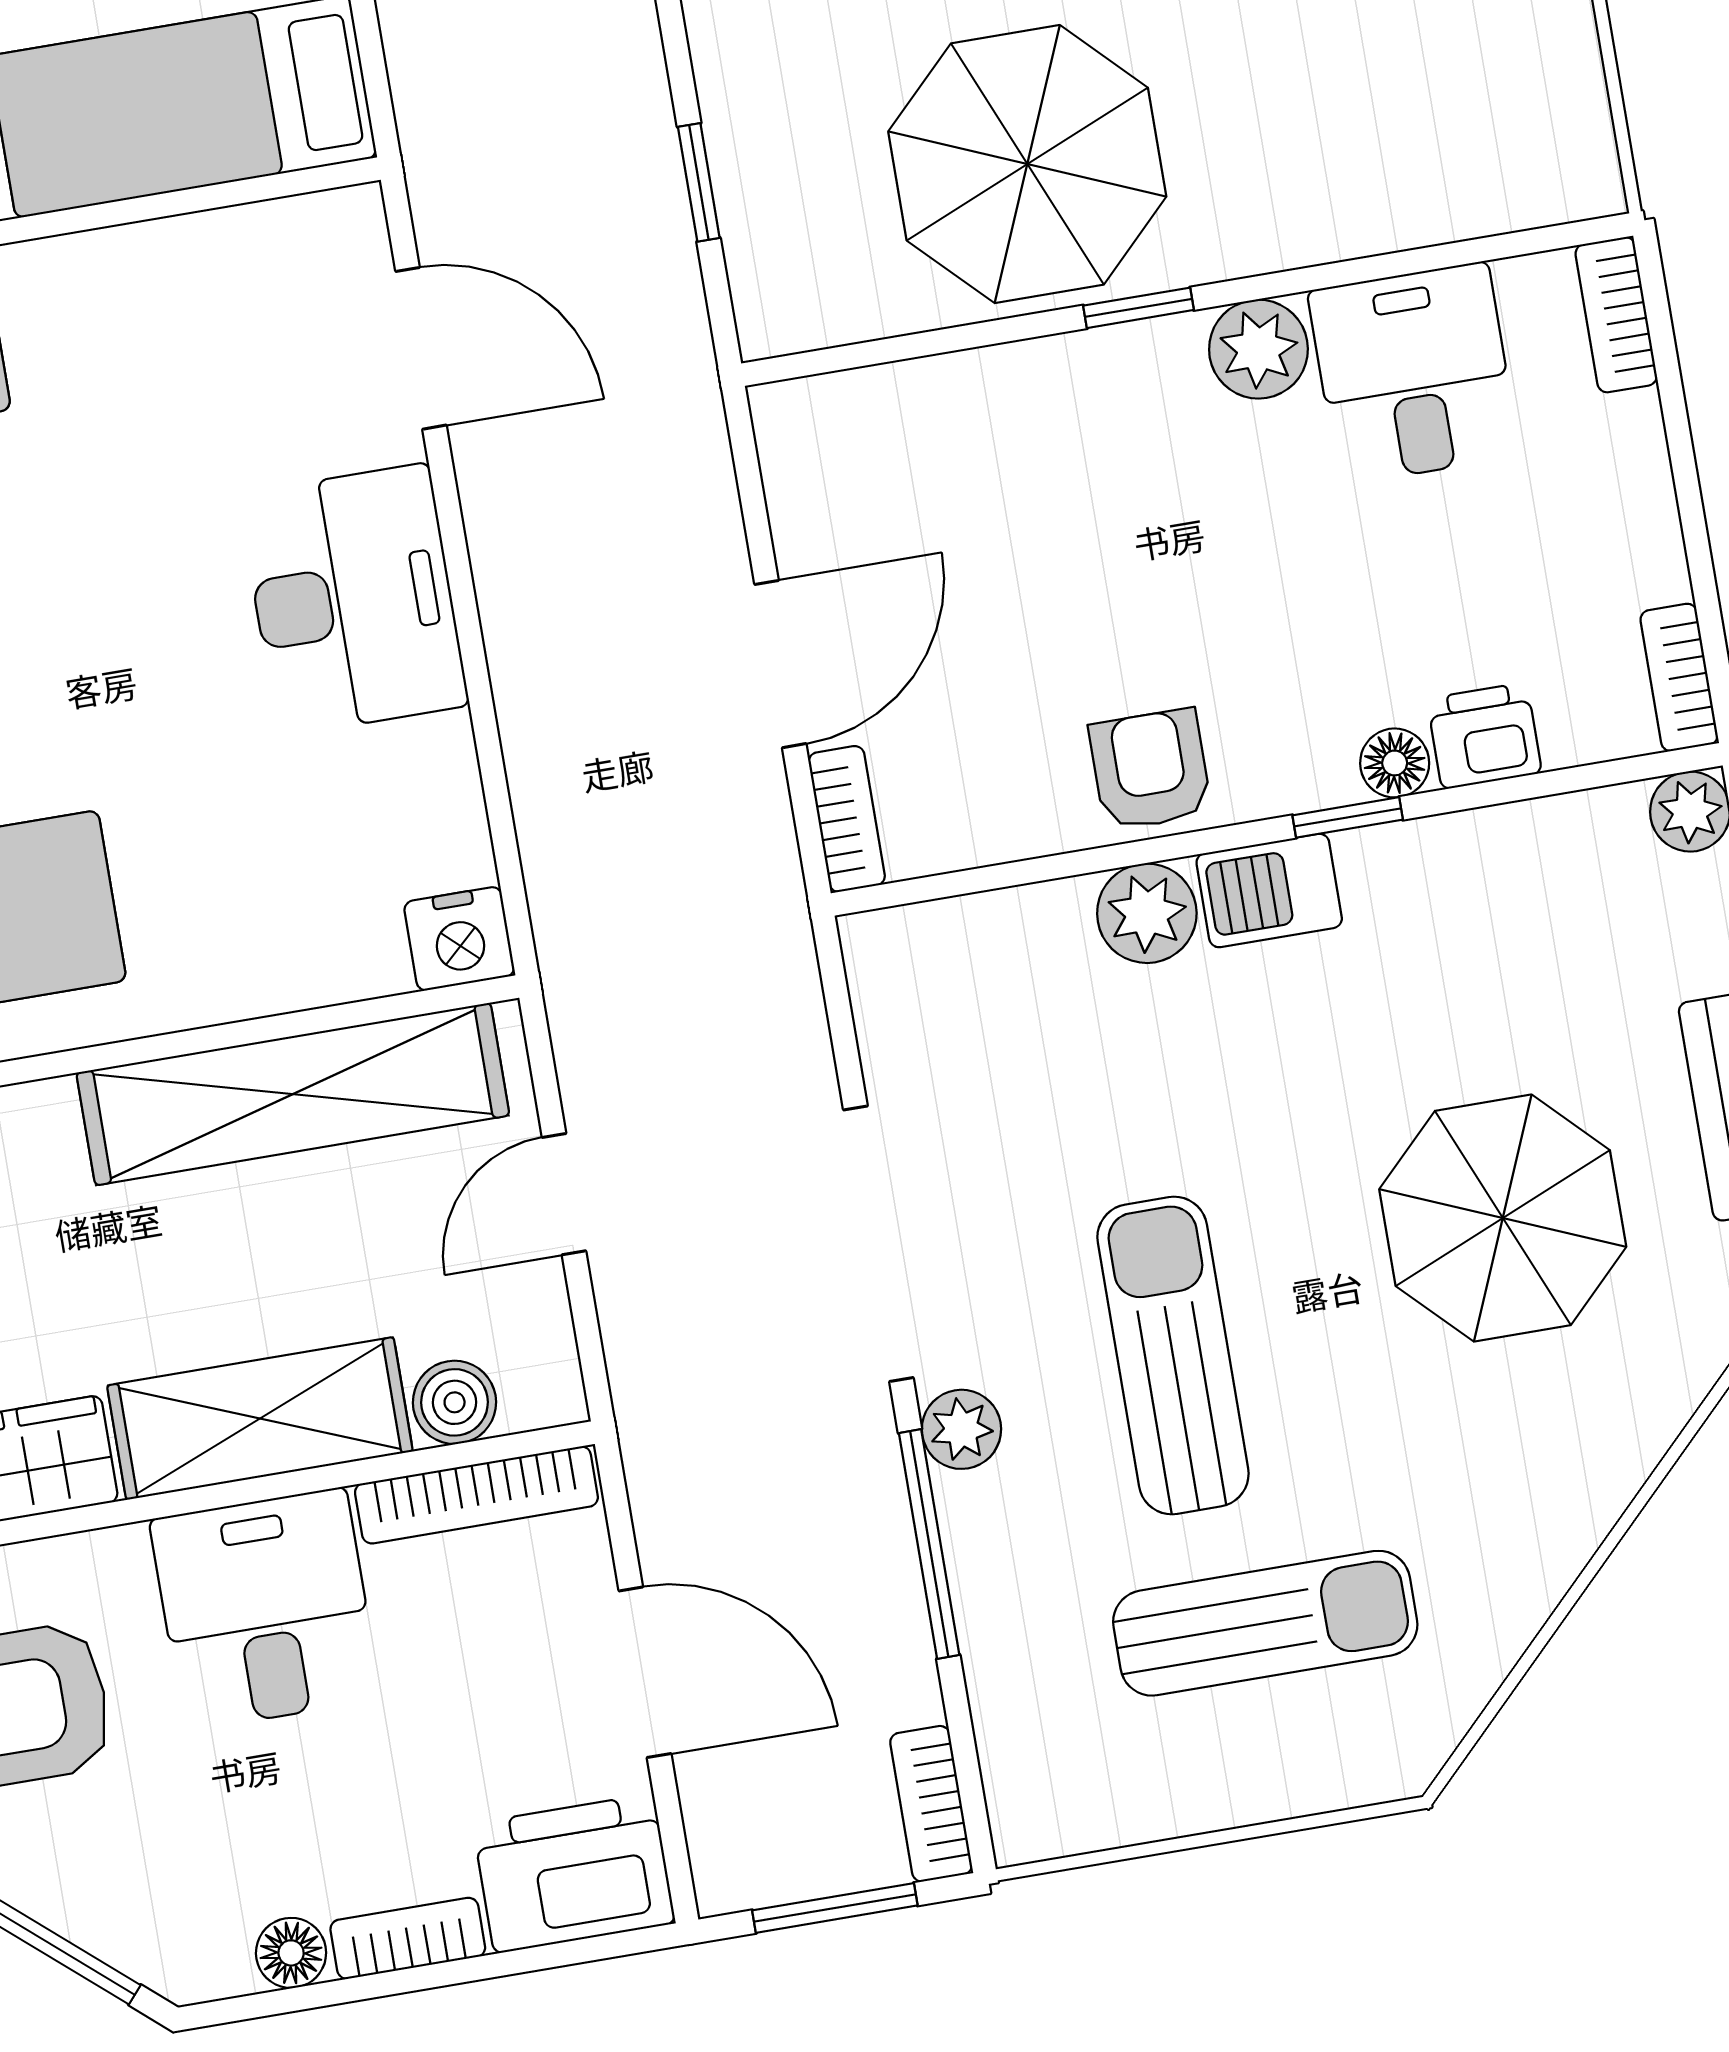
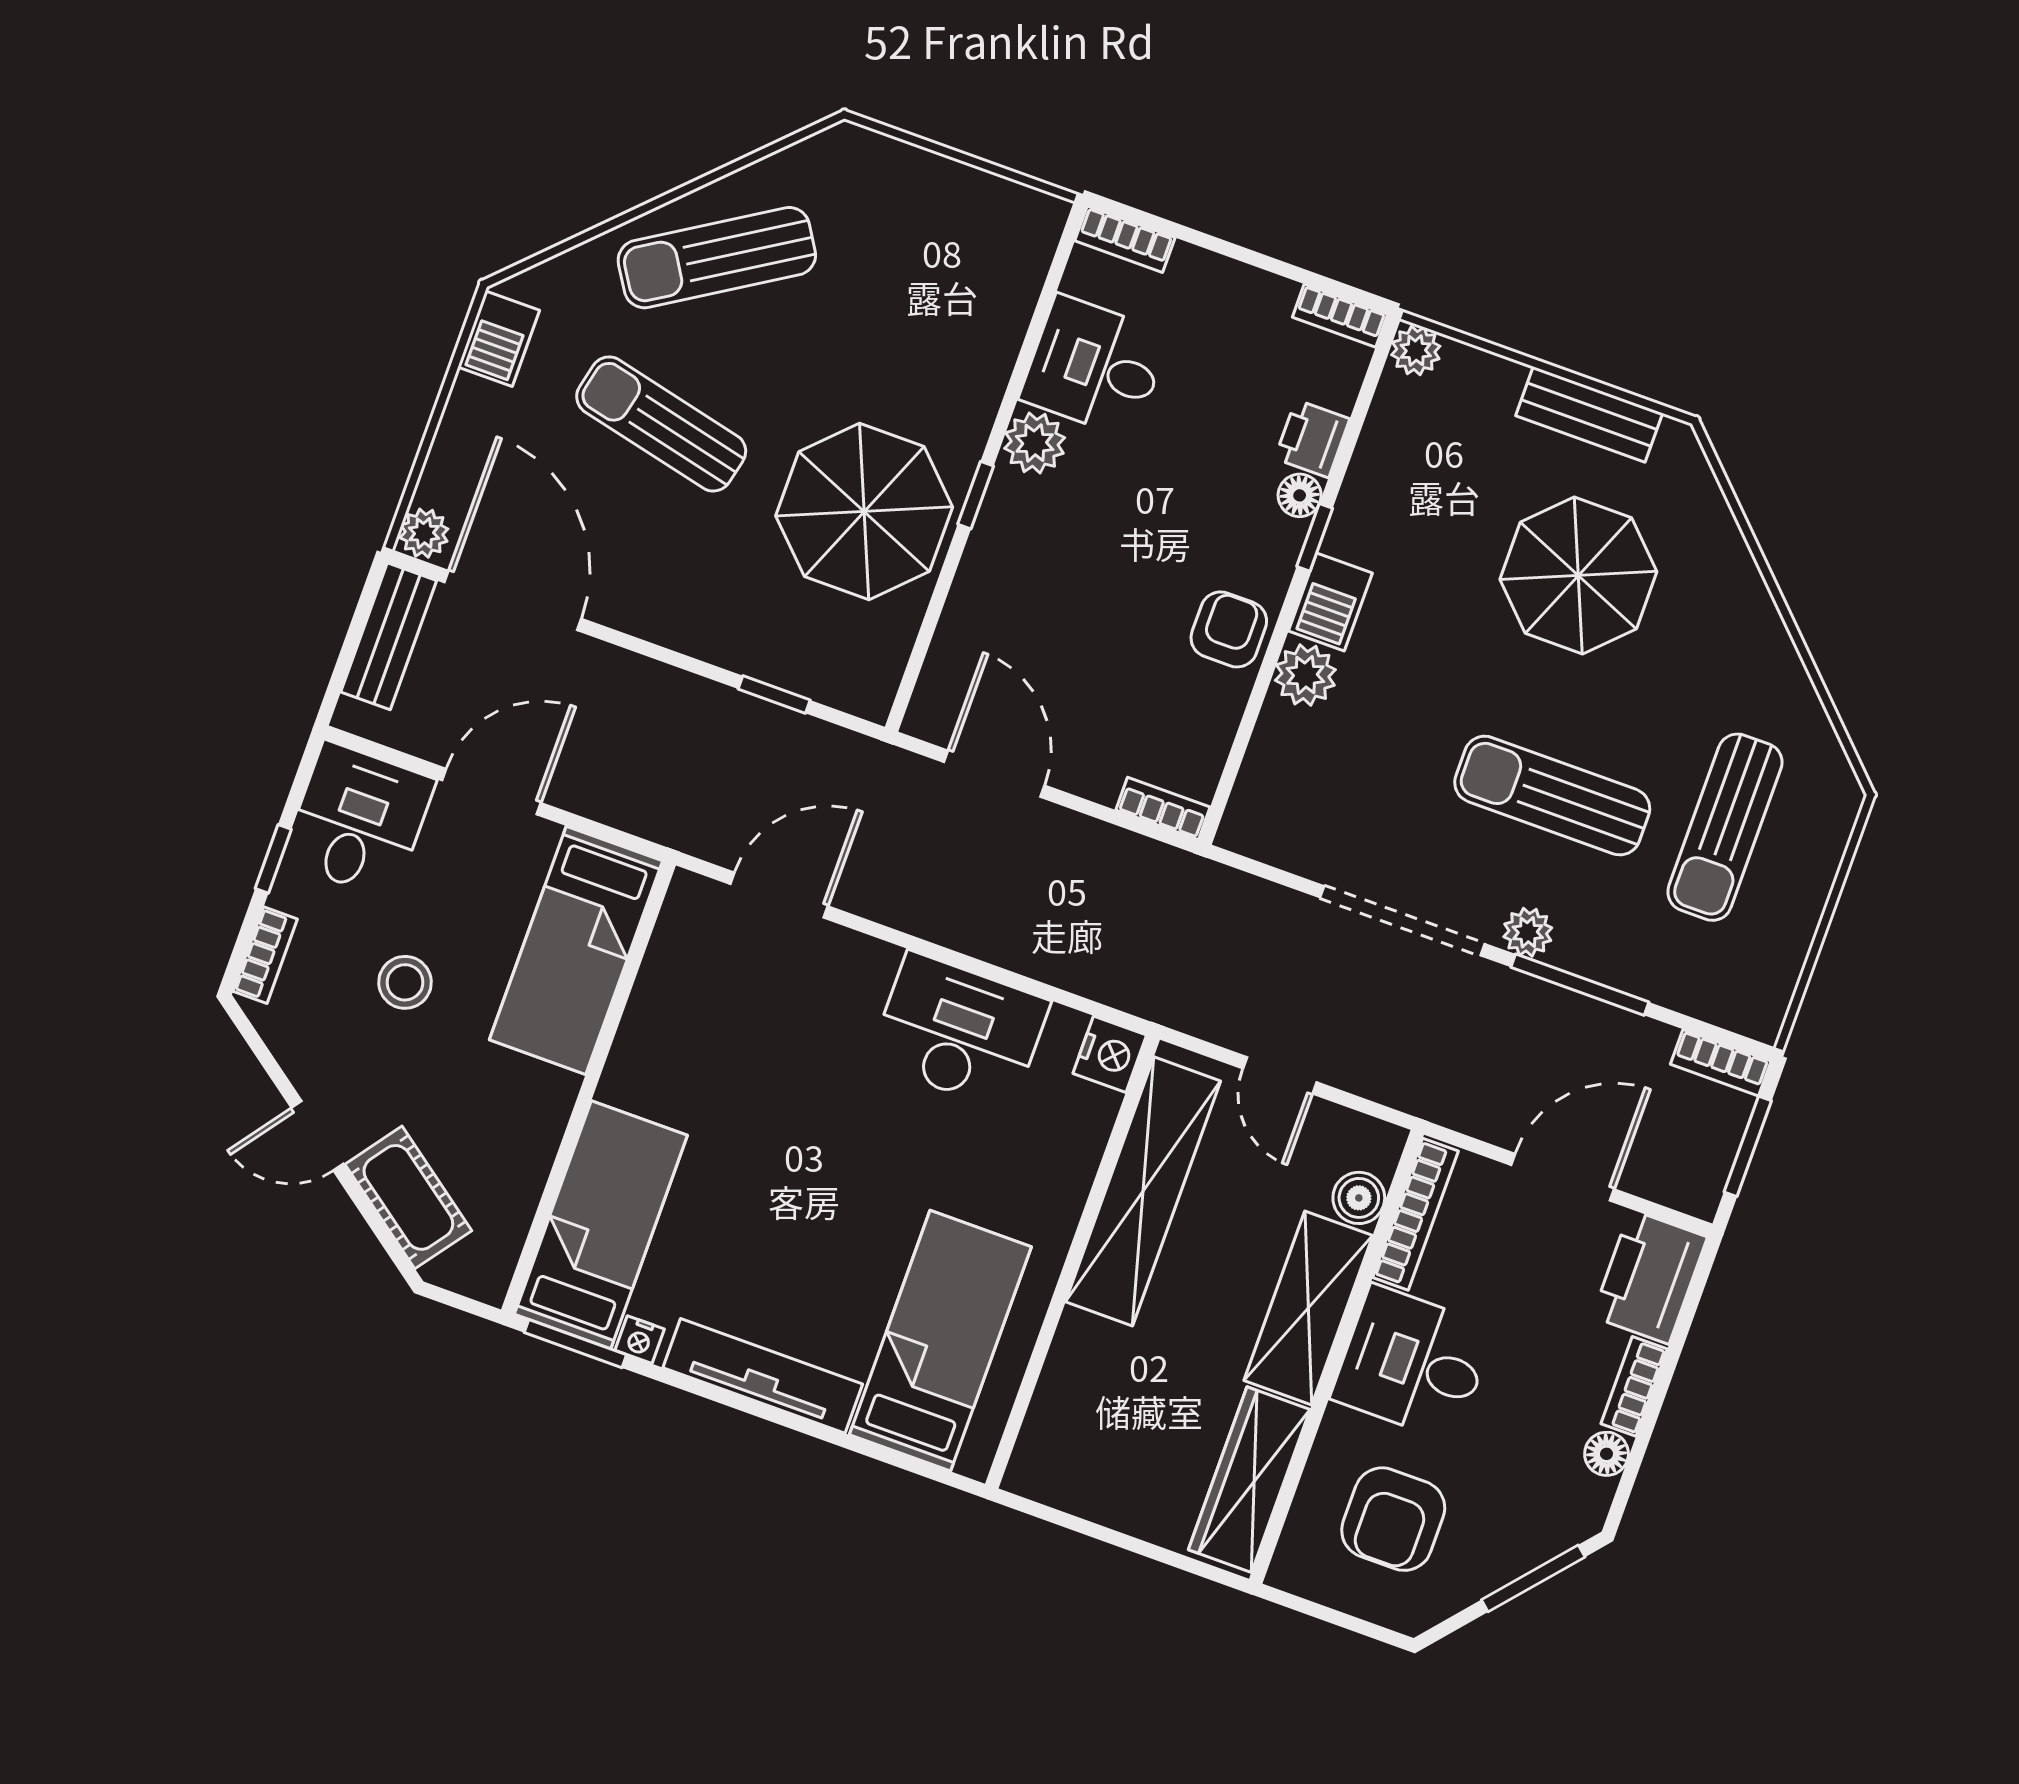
desk: (354, 600) -> (959, 1032), moved
door: (780, 664) -> (994, 774), moved
armchair: (1150, 770) -> (1229, 629), turned 90
sun lounger: (1265, 1623) -> (1725, 827), turned 180

